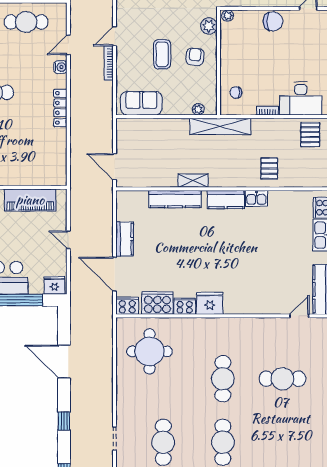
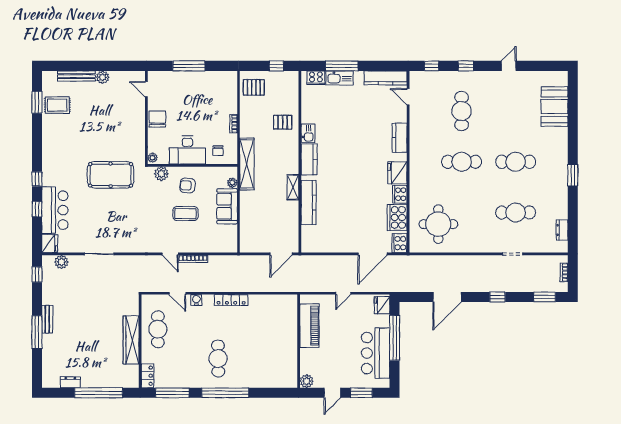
desk: (301, 99) -> (187, 150), moved, turned 90
sofa: (141, 103) -> (227, 206), moved
kitchen counter: (125, 239) -> (400, 138), moved, turned -90

